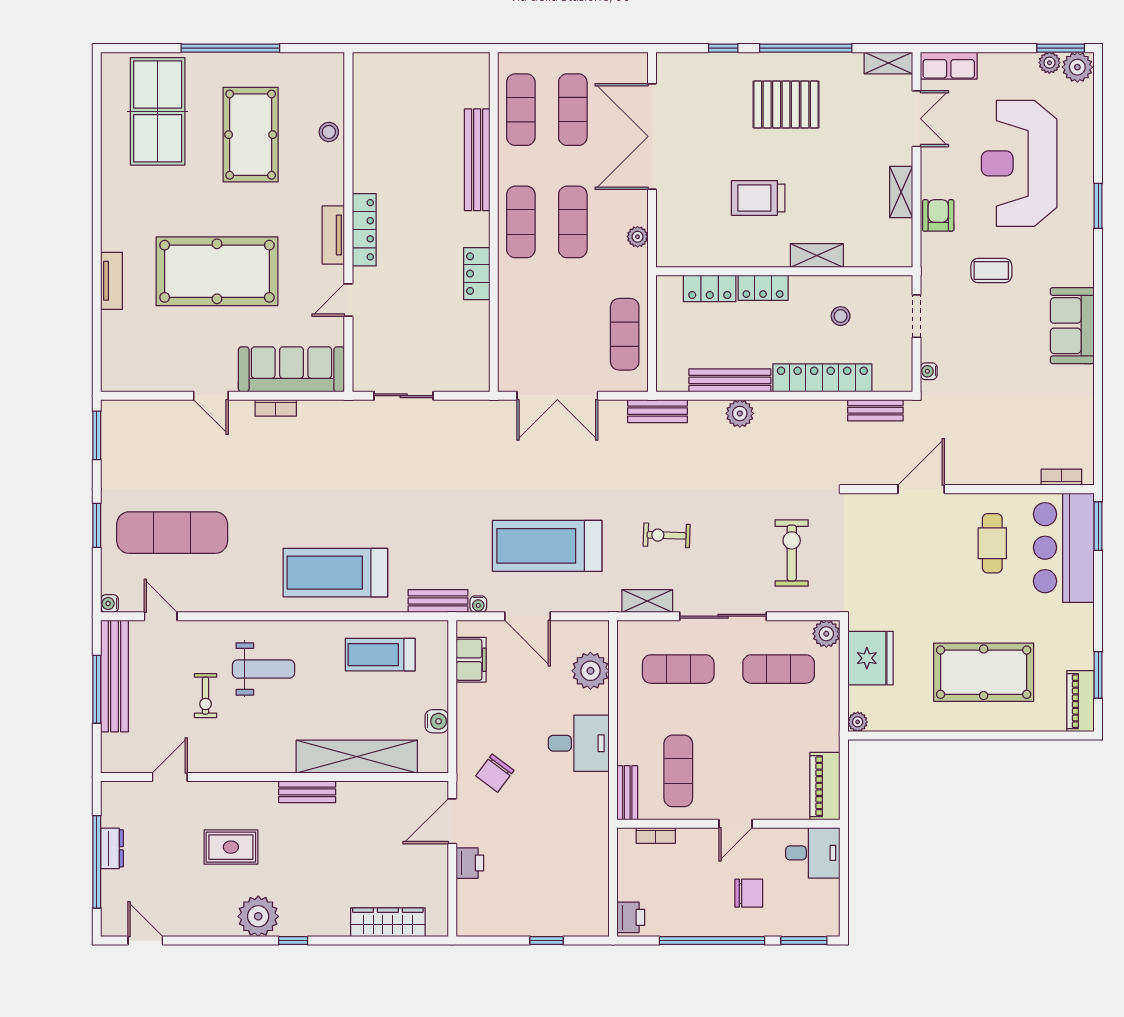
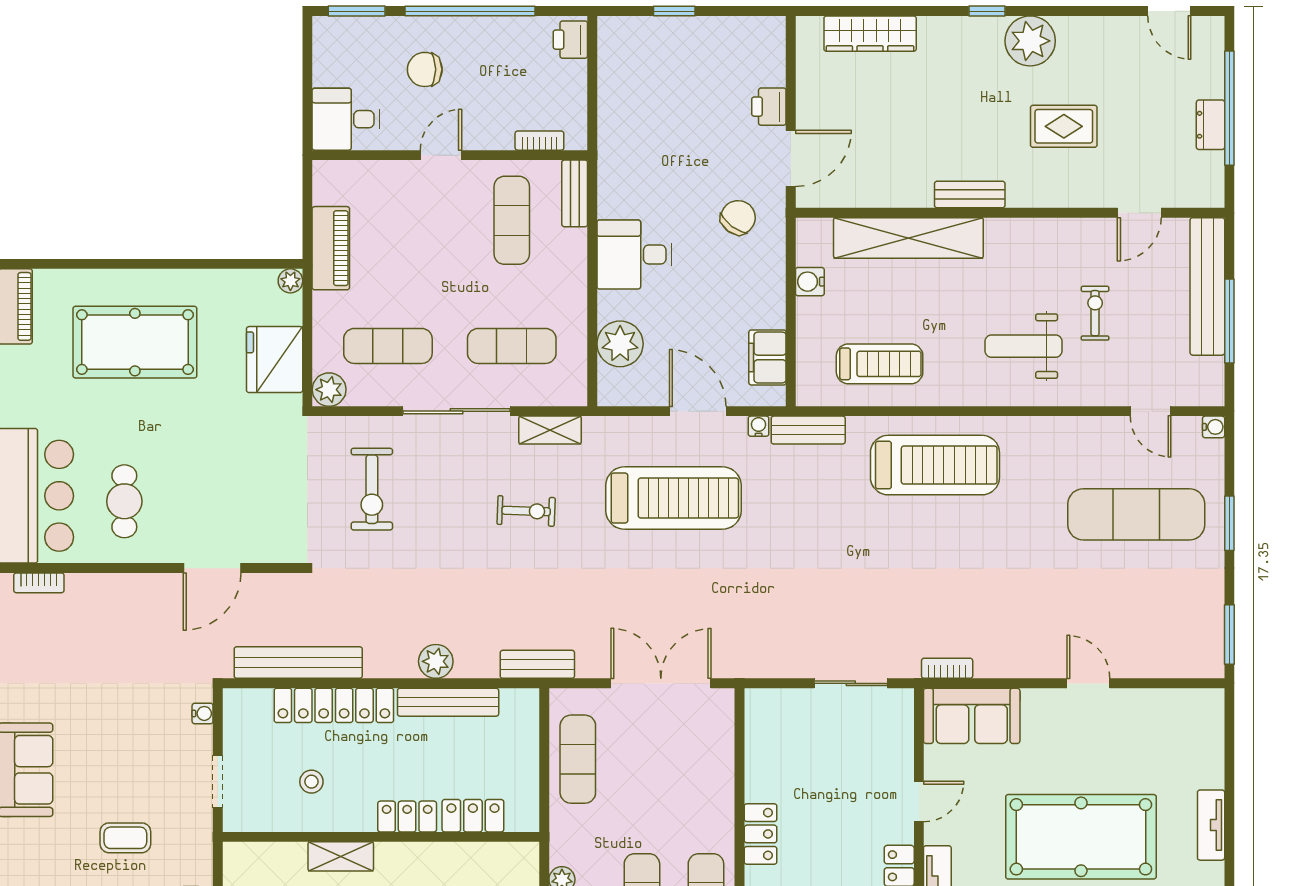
sofa: (291, 369) -> (972, 716), width x0.73
bookcase: (276, 408) -> (947, 668), moved
bench: (875, 410) -> (298, 663), width x1.86, depth x1.21
bench: (115, 676) -> (1207, 286), moved
piano: (825, 786) -> (331, 248), moved

